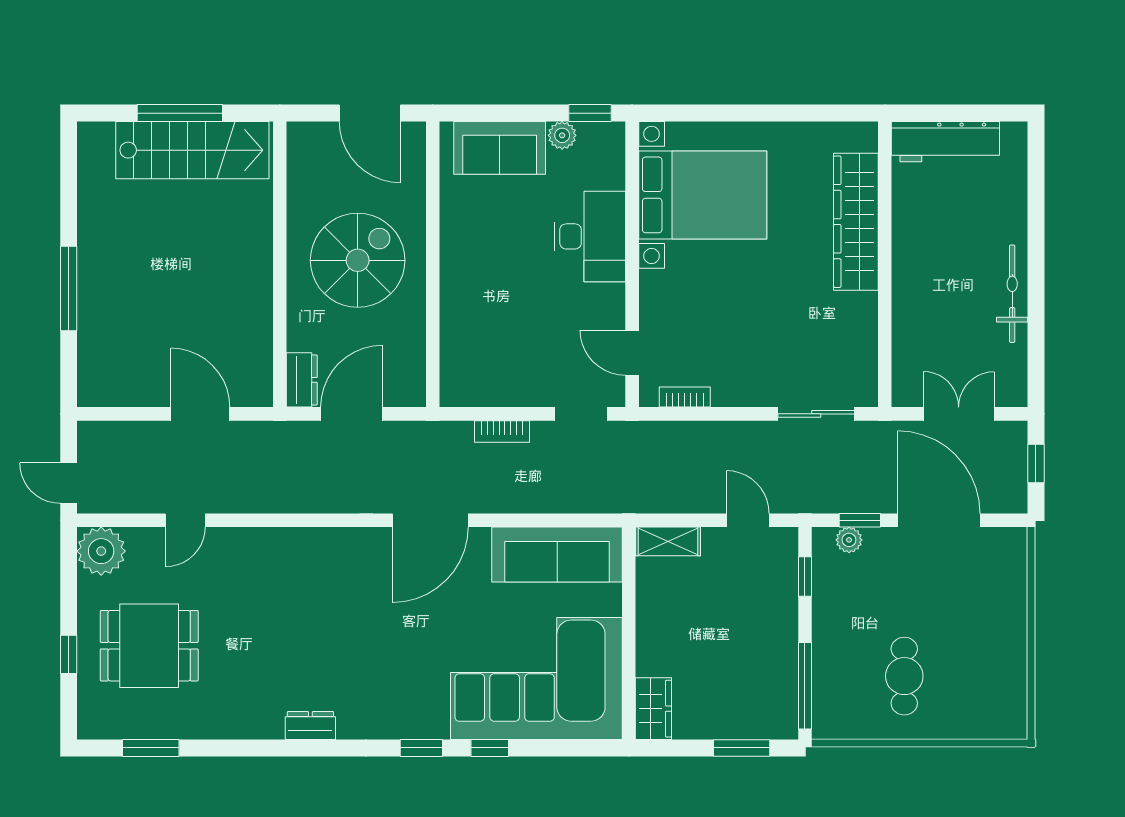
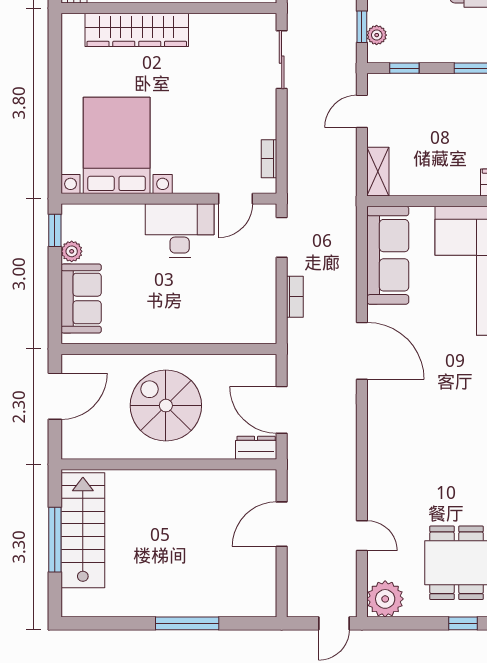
desk: (590, 236) -> (180, 230), moved

